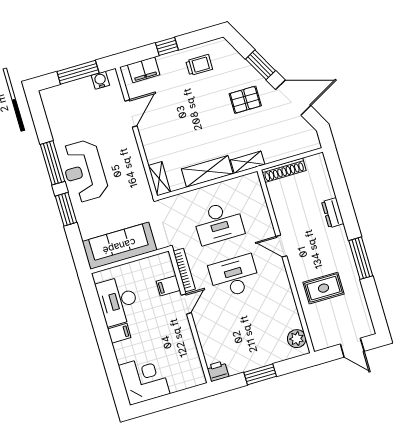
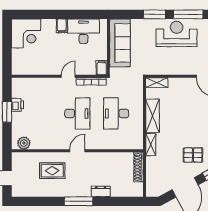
pallet: (245, 100) -> (193, 155), turned 90
door: (281, 246) -> (77, 151), moved
window: (361, 258) -> (79, 201), moved
filing cabinet: (168, 286) -> (102, 68), moved
rug: (324, 288) -> (52, 171), turned 90
door: (186, 304) -> (68, 76), swing flipped
printer: (218, 371) -> (17, 105), moved

